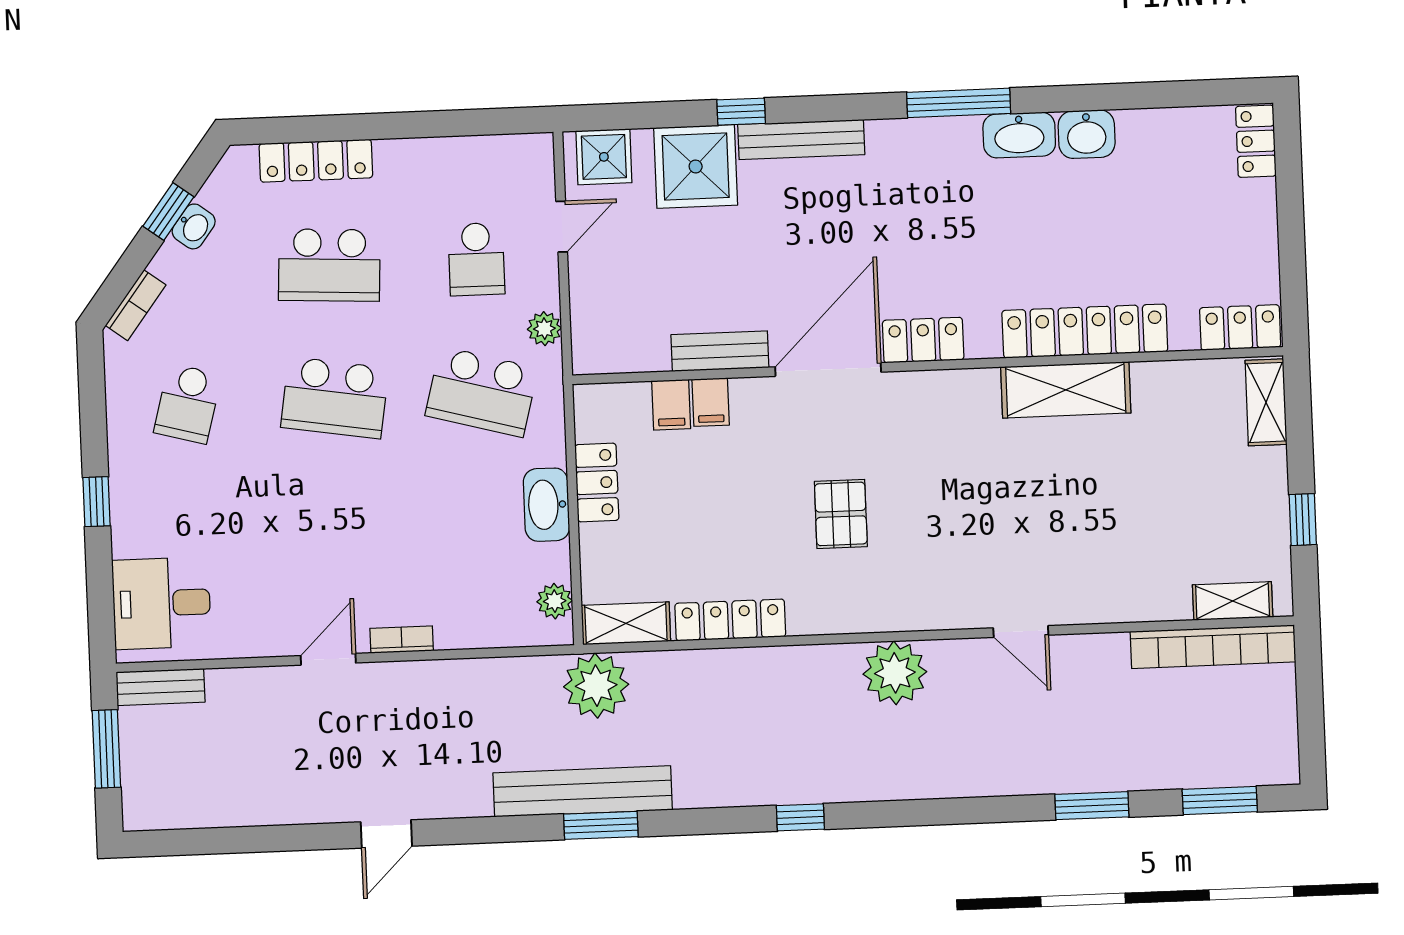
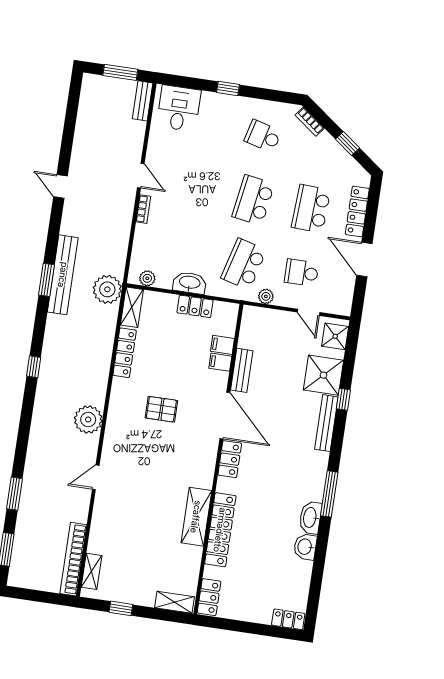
door: (420, 125) -> (364, 259), added
washbasin: (194, 226) -> (339, 153), removed

